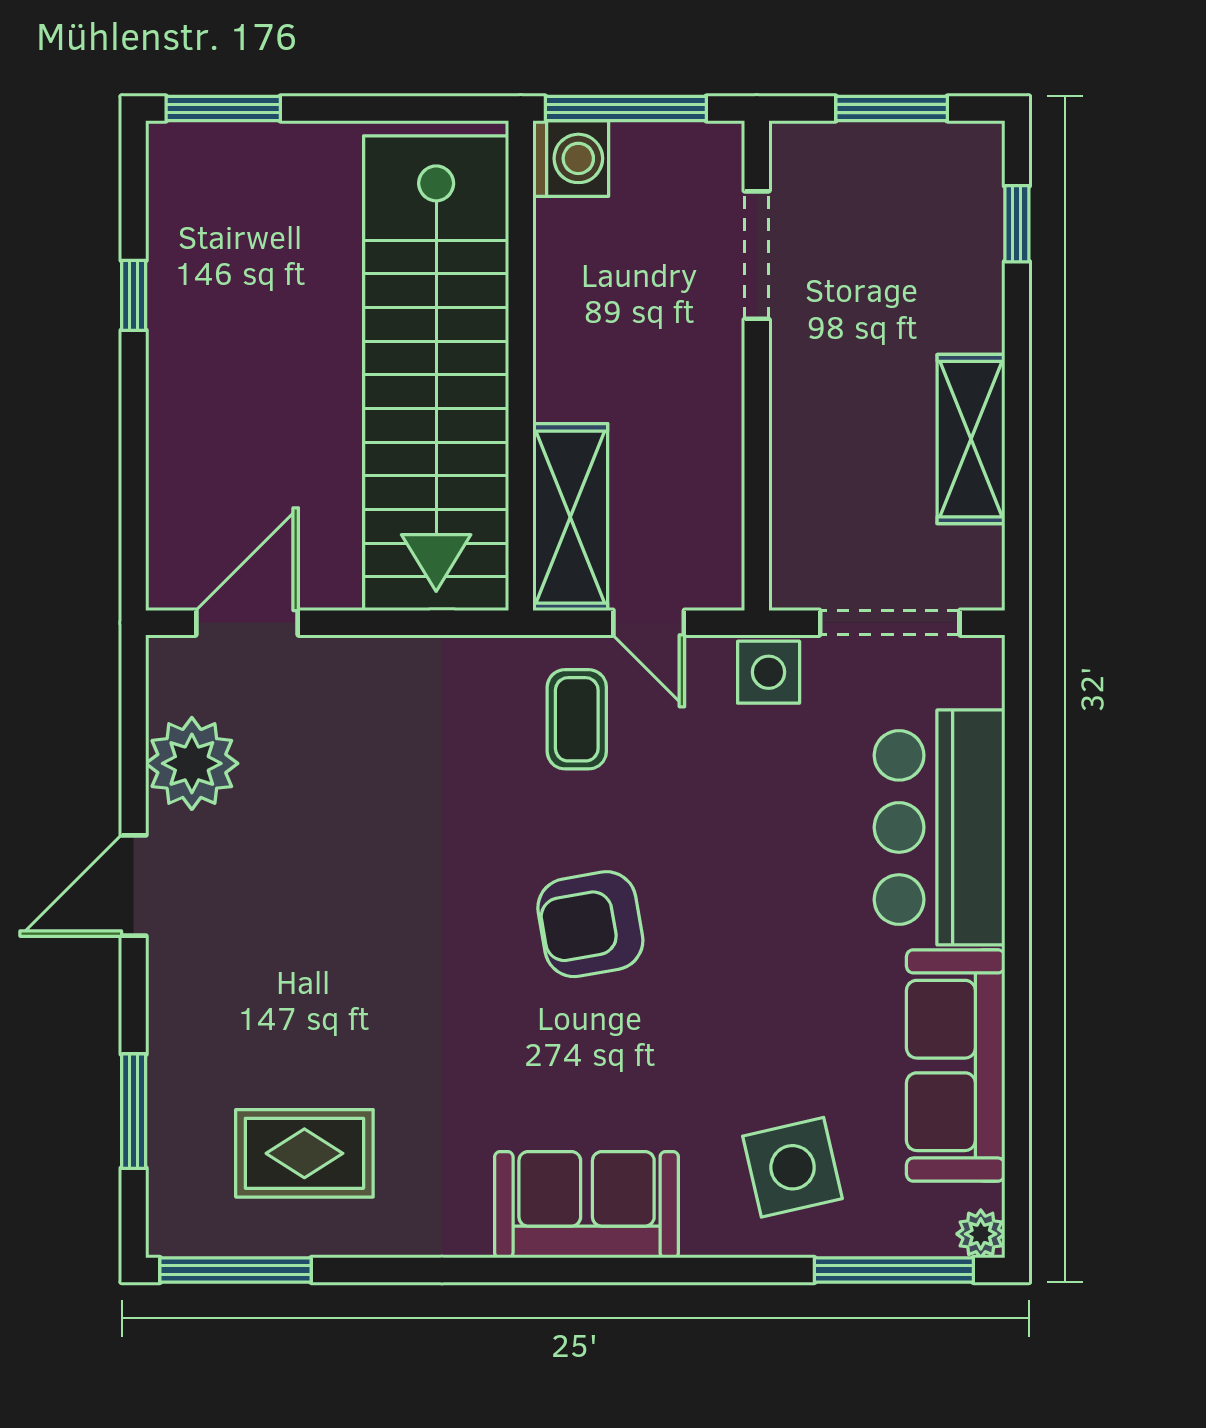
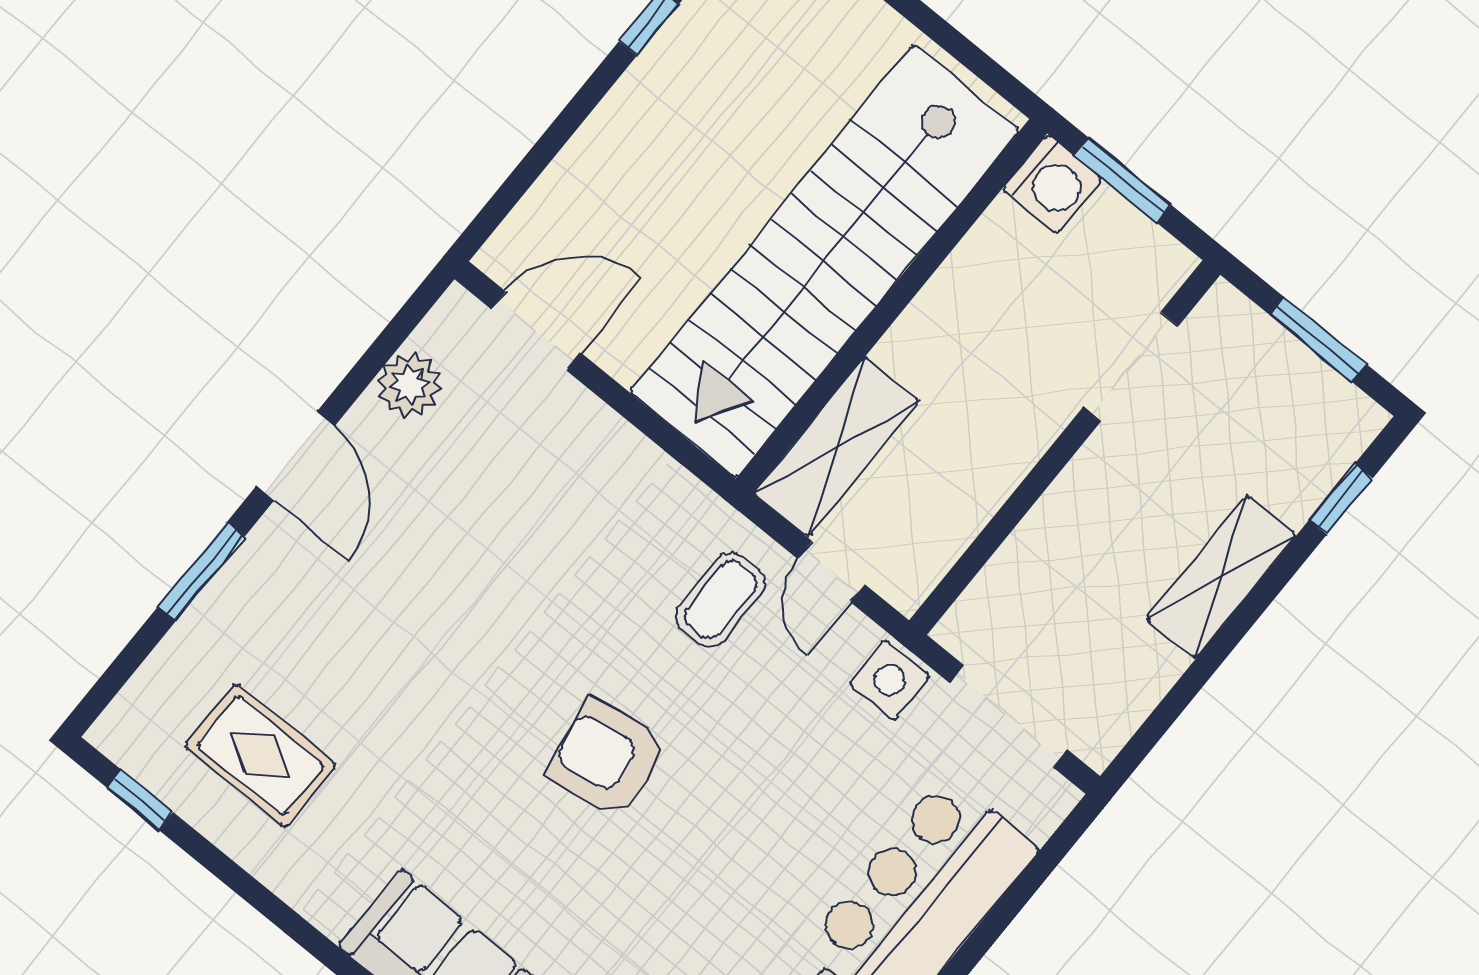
window: (626, 108) -> (1123, 180), width x0.69
shelving: (971, 439) -> (1221, 577), moved
plant: (192, 763) -> (410, 385), width x0.73, depth x0.73
door: (134, 885) -> (295, 456), swing flipped
window: (134, 1111) -> (201, 571), moved
window: (236, 1270) -> (140, 800), width x0.46

